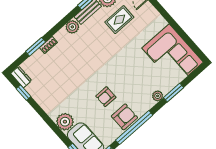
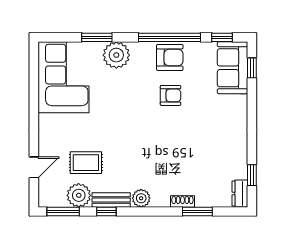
plant: (158, 96) -> (116, 55), width x1.88, depth x1.88
armchair: (124, 117) -> (170, 57), turned 180
plant: (65, 122) -> (236, 107), removed

